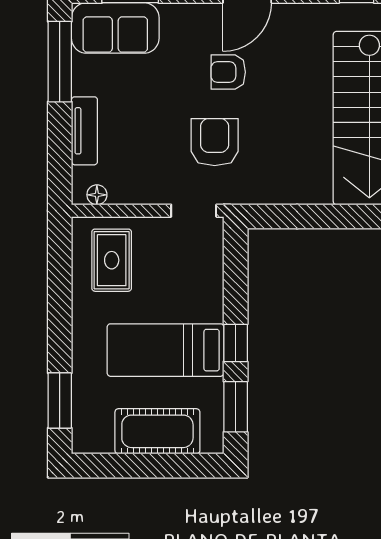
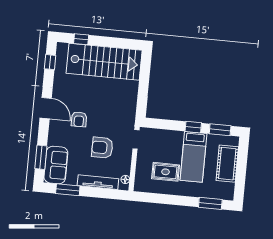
window: (60, 62) -> (68, 190), width x0.69
tv unit: (84, 131) -> (98, 182), width x1.41
armchair: (215, 142) -> (102, 148), moved
rug: (112, 260) -> (166, 172), moved

